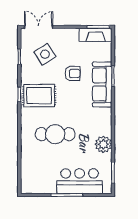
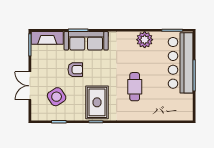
double door: (39, 27) -> (30, 86), moved
fireplace: (96, 35) -> (47, 38), moved, turned 90
armchair: (73, 73) -> (75, 70), turned 90
cafe table: (55, 134) -> (135, 87), width x0.73, depth x0.74
bar counter: (80, 181) -> (181, 63), width x1.36

